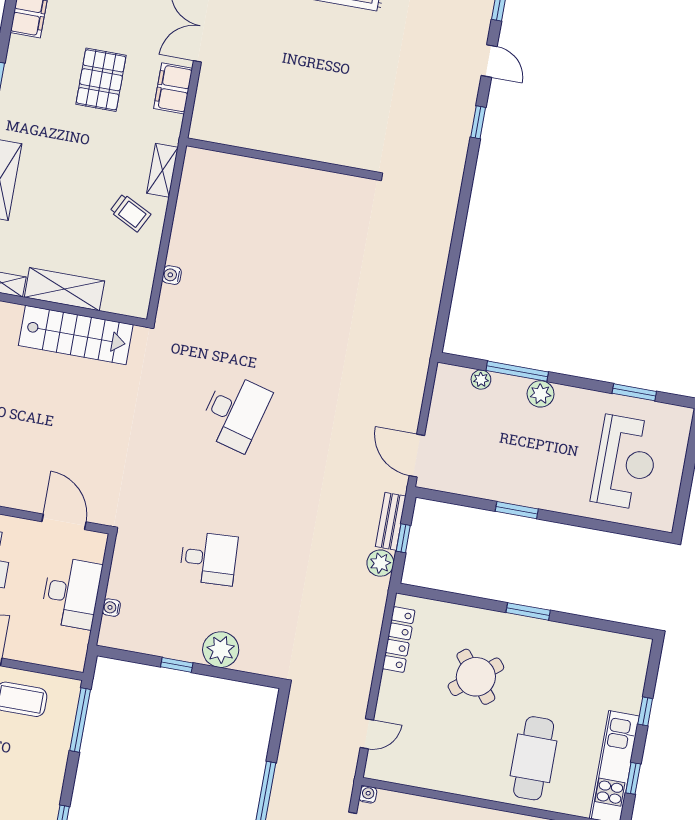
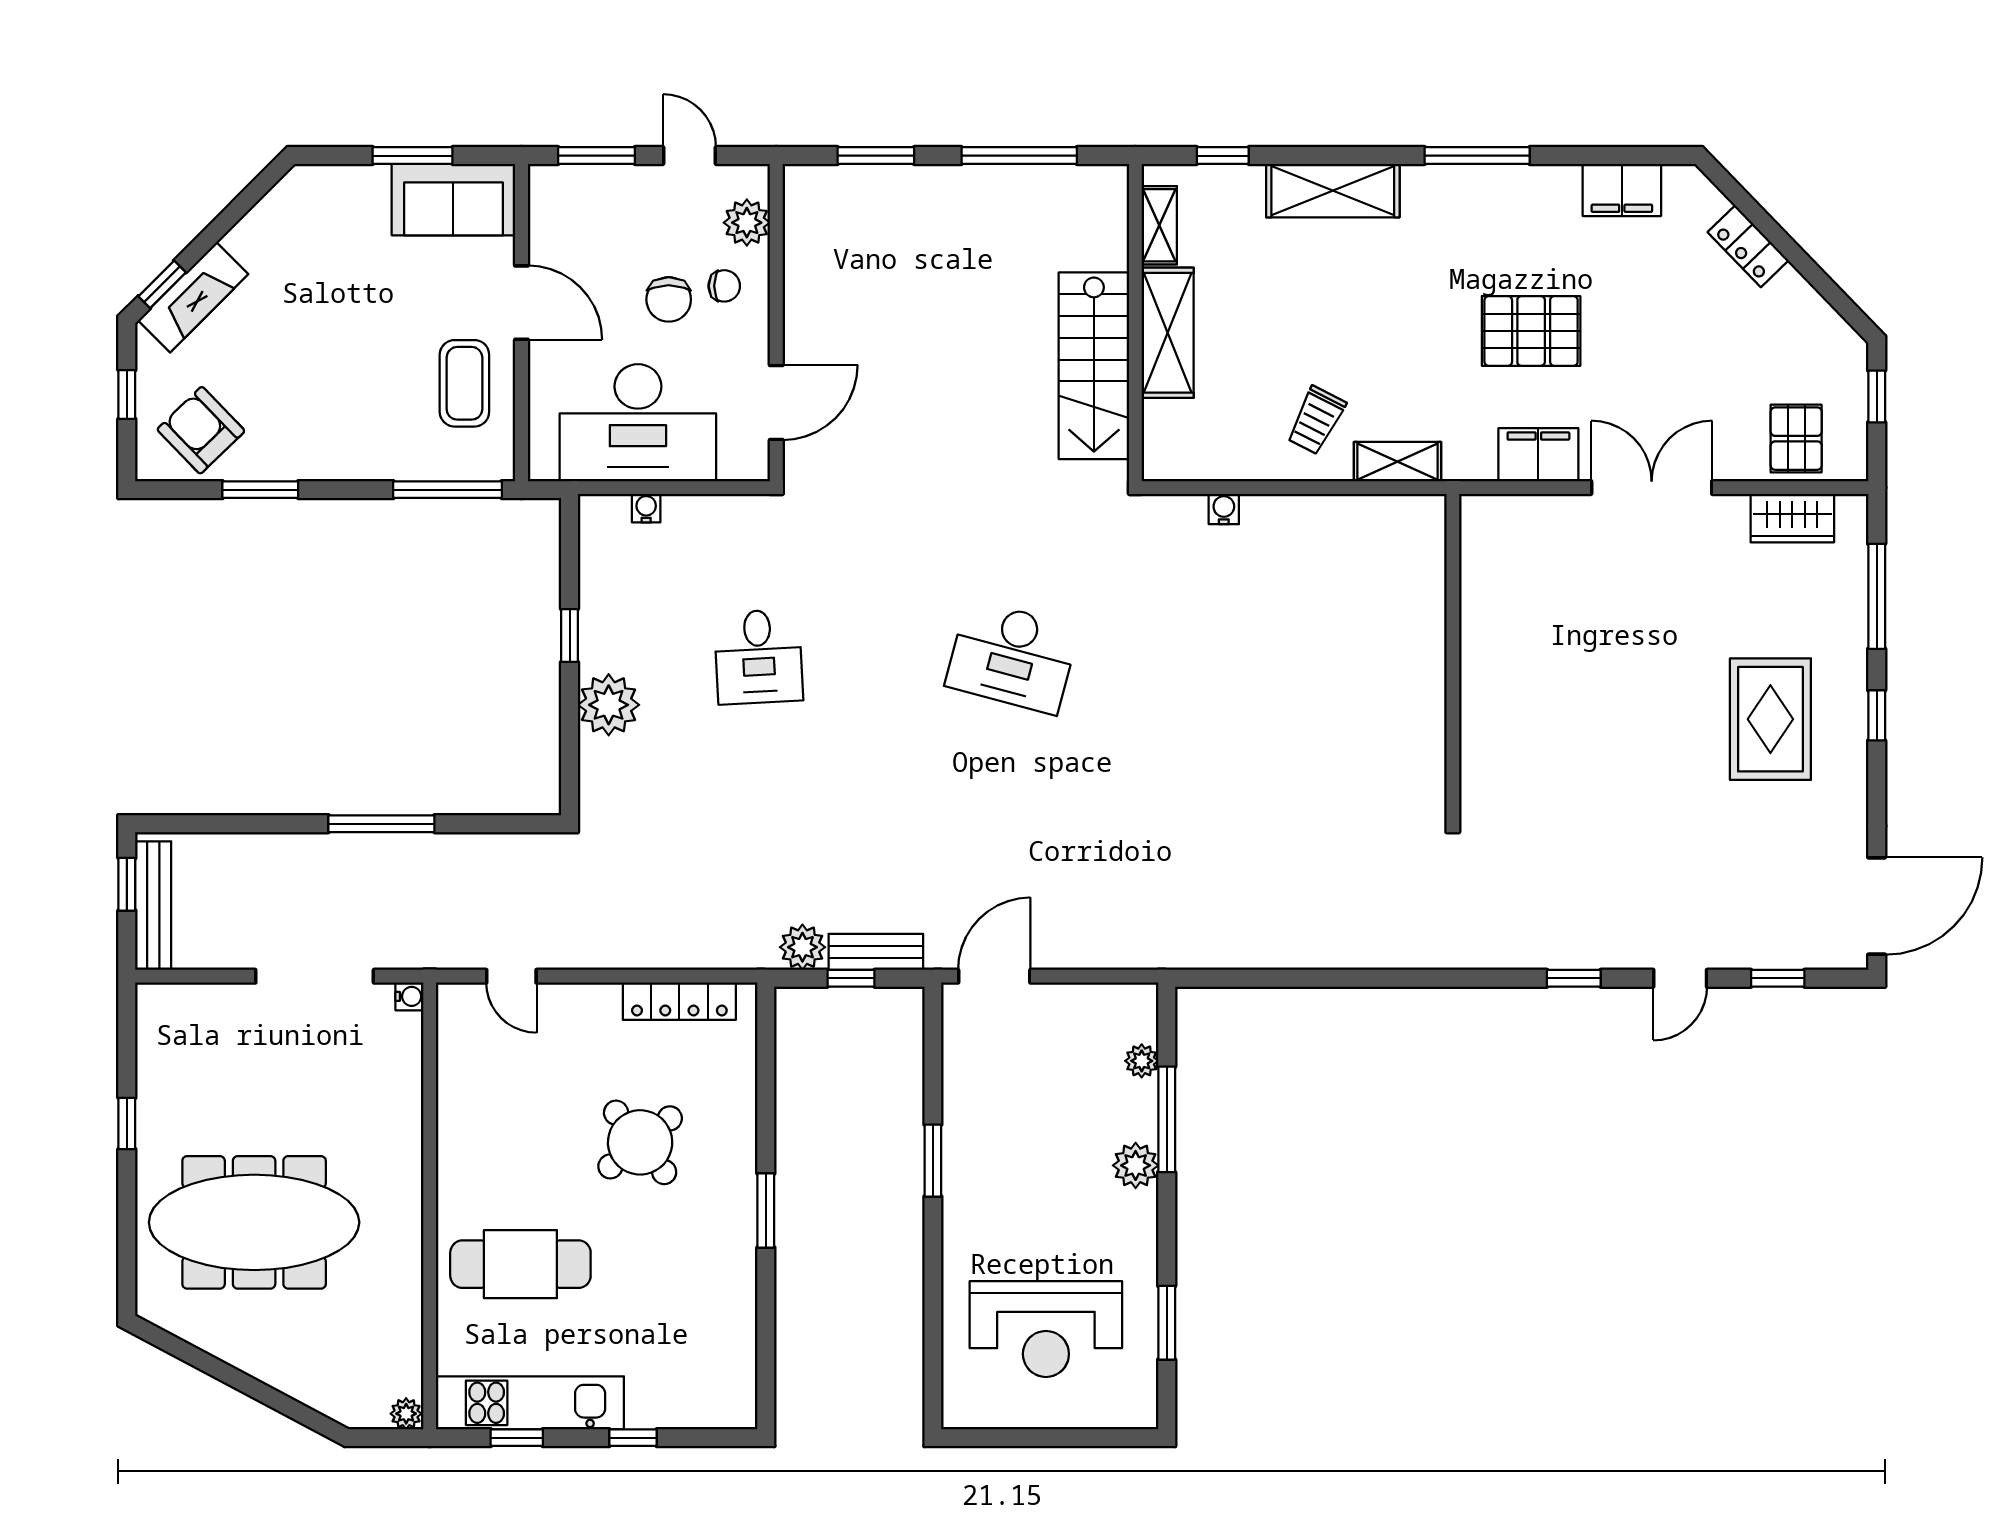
desk: (71, 593) -> (638, 423), width x1.36, depth x1.30

